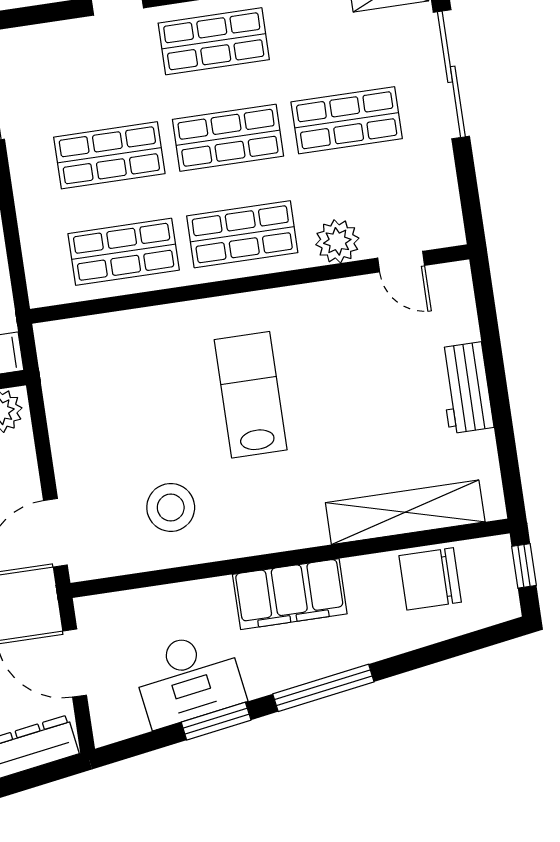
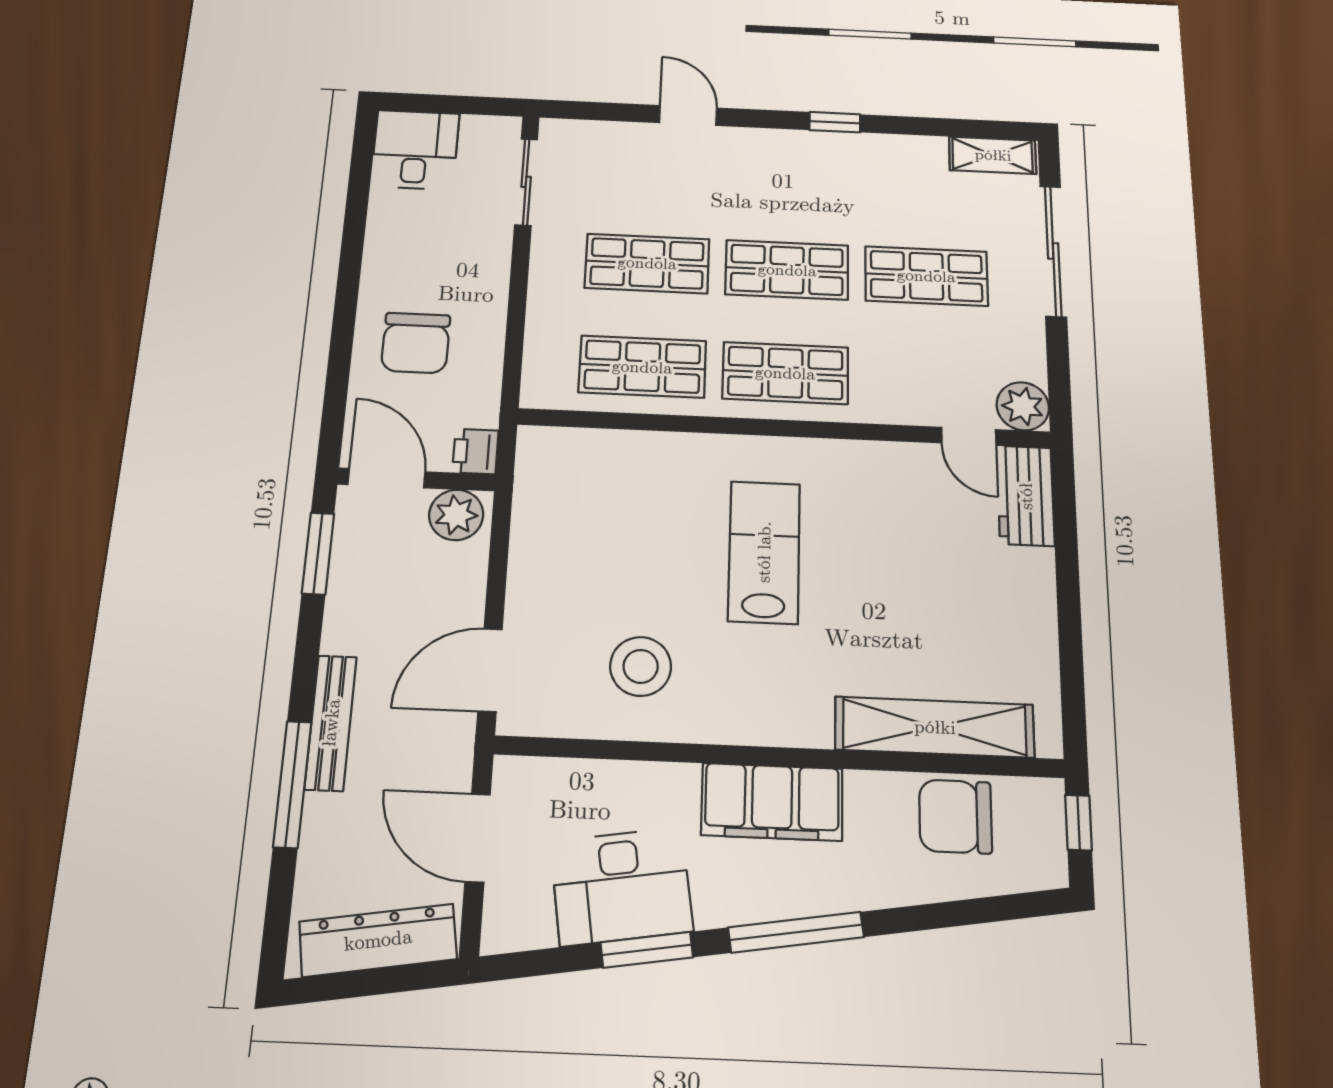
shop shelf: (214, 41) -> (788, 171), removed
plant: (337, 241) -> (1023, 406), moved
workbench: (466, 388) -> (1026, 496), moved

